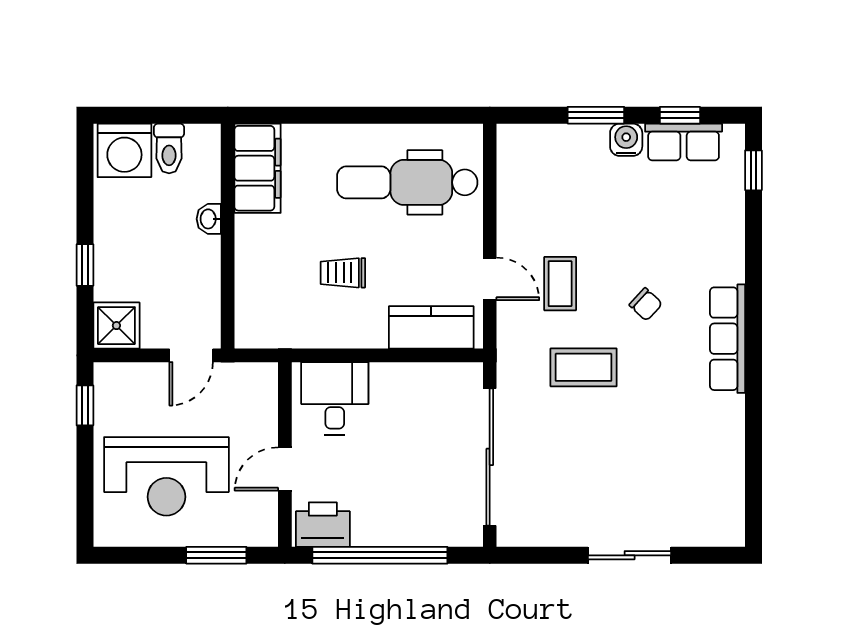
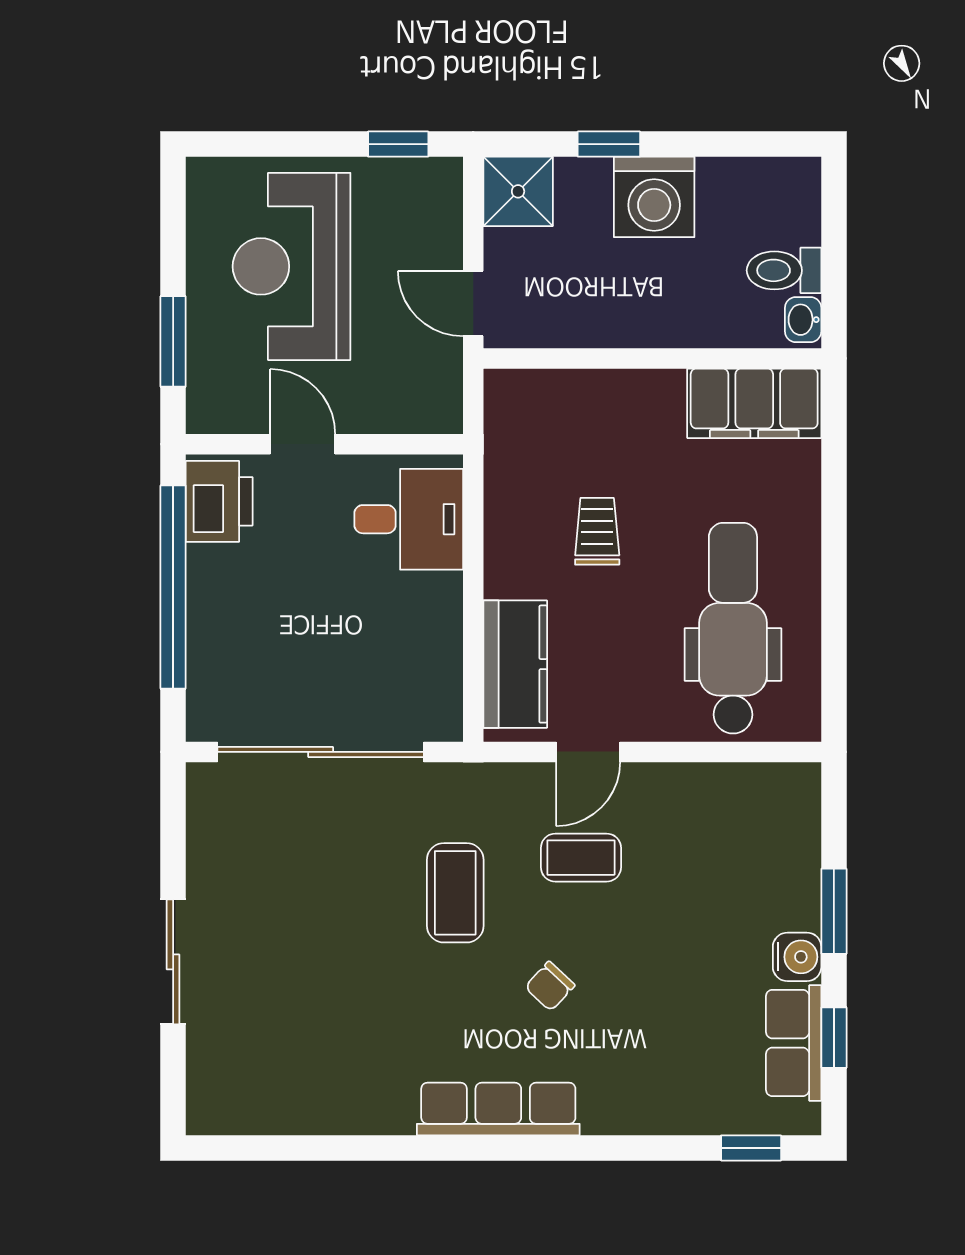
washing machine: (124, 150) -> (654, 197), moved, turned -90
washbasin: (209, 219) -> (803, 320), moved, turned -90

